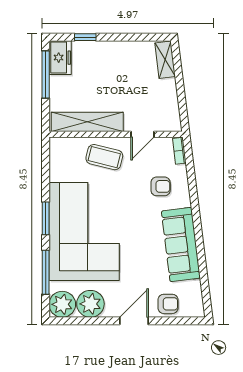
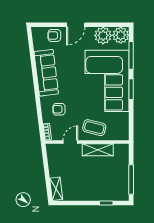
freezer: (60, 58) -> (122, 190), removed
shelving: (87, 122) -> (98, 150), width x0.68

